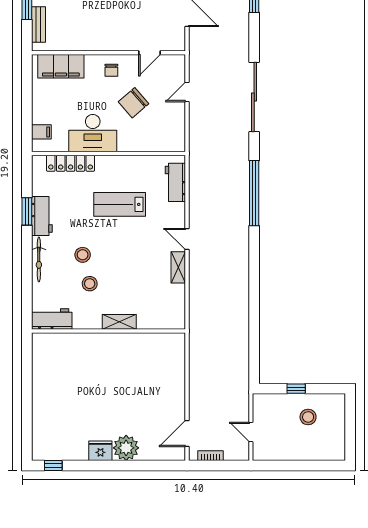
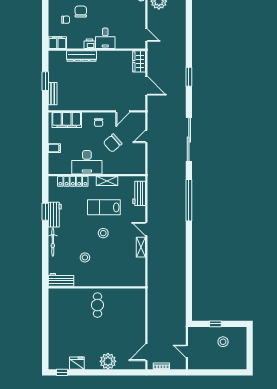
filing cabinet: (41, 132) -> (54, 148), moved
stool: (83, 255) -> (103, 233), moved
shelving: (119, 322) -> (107, 181), moved
cafe table: (110, 359) -> (97, 305), added
fridge: (100, 451) -> (77, 363), moved

